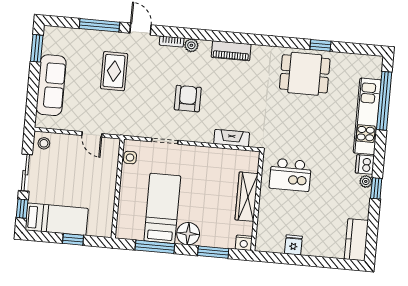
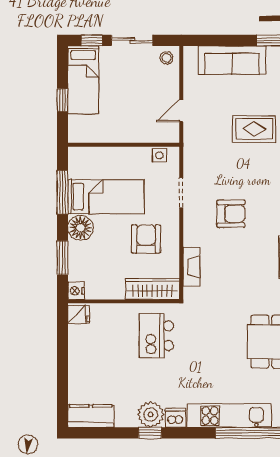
armchair: (203, 176) -> (146, 239), added
plant: (366, 181) -> (151, 415), width x1.88, depth x1.88
wardrobe: (247, 197) -> (152, 289), moved
fridge: (293, 245) -> (79, 314), moved

